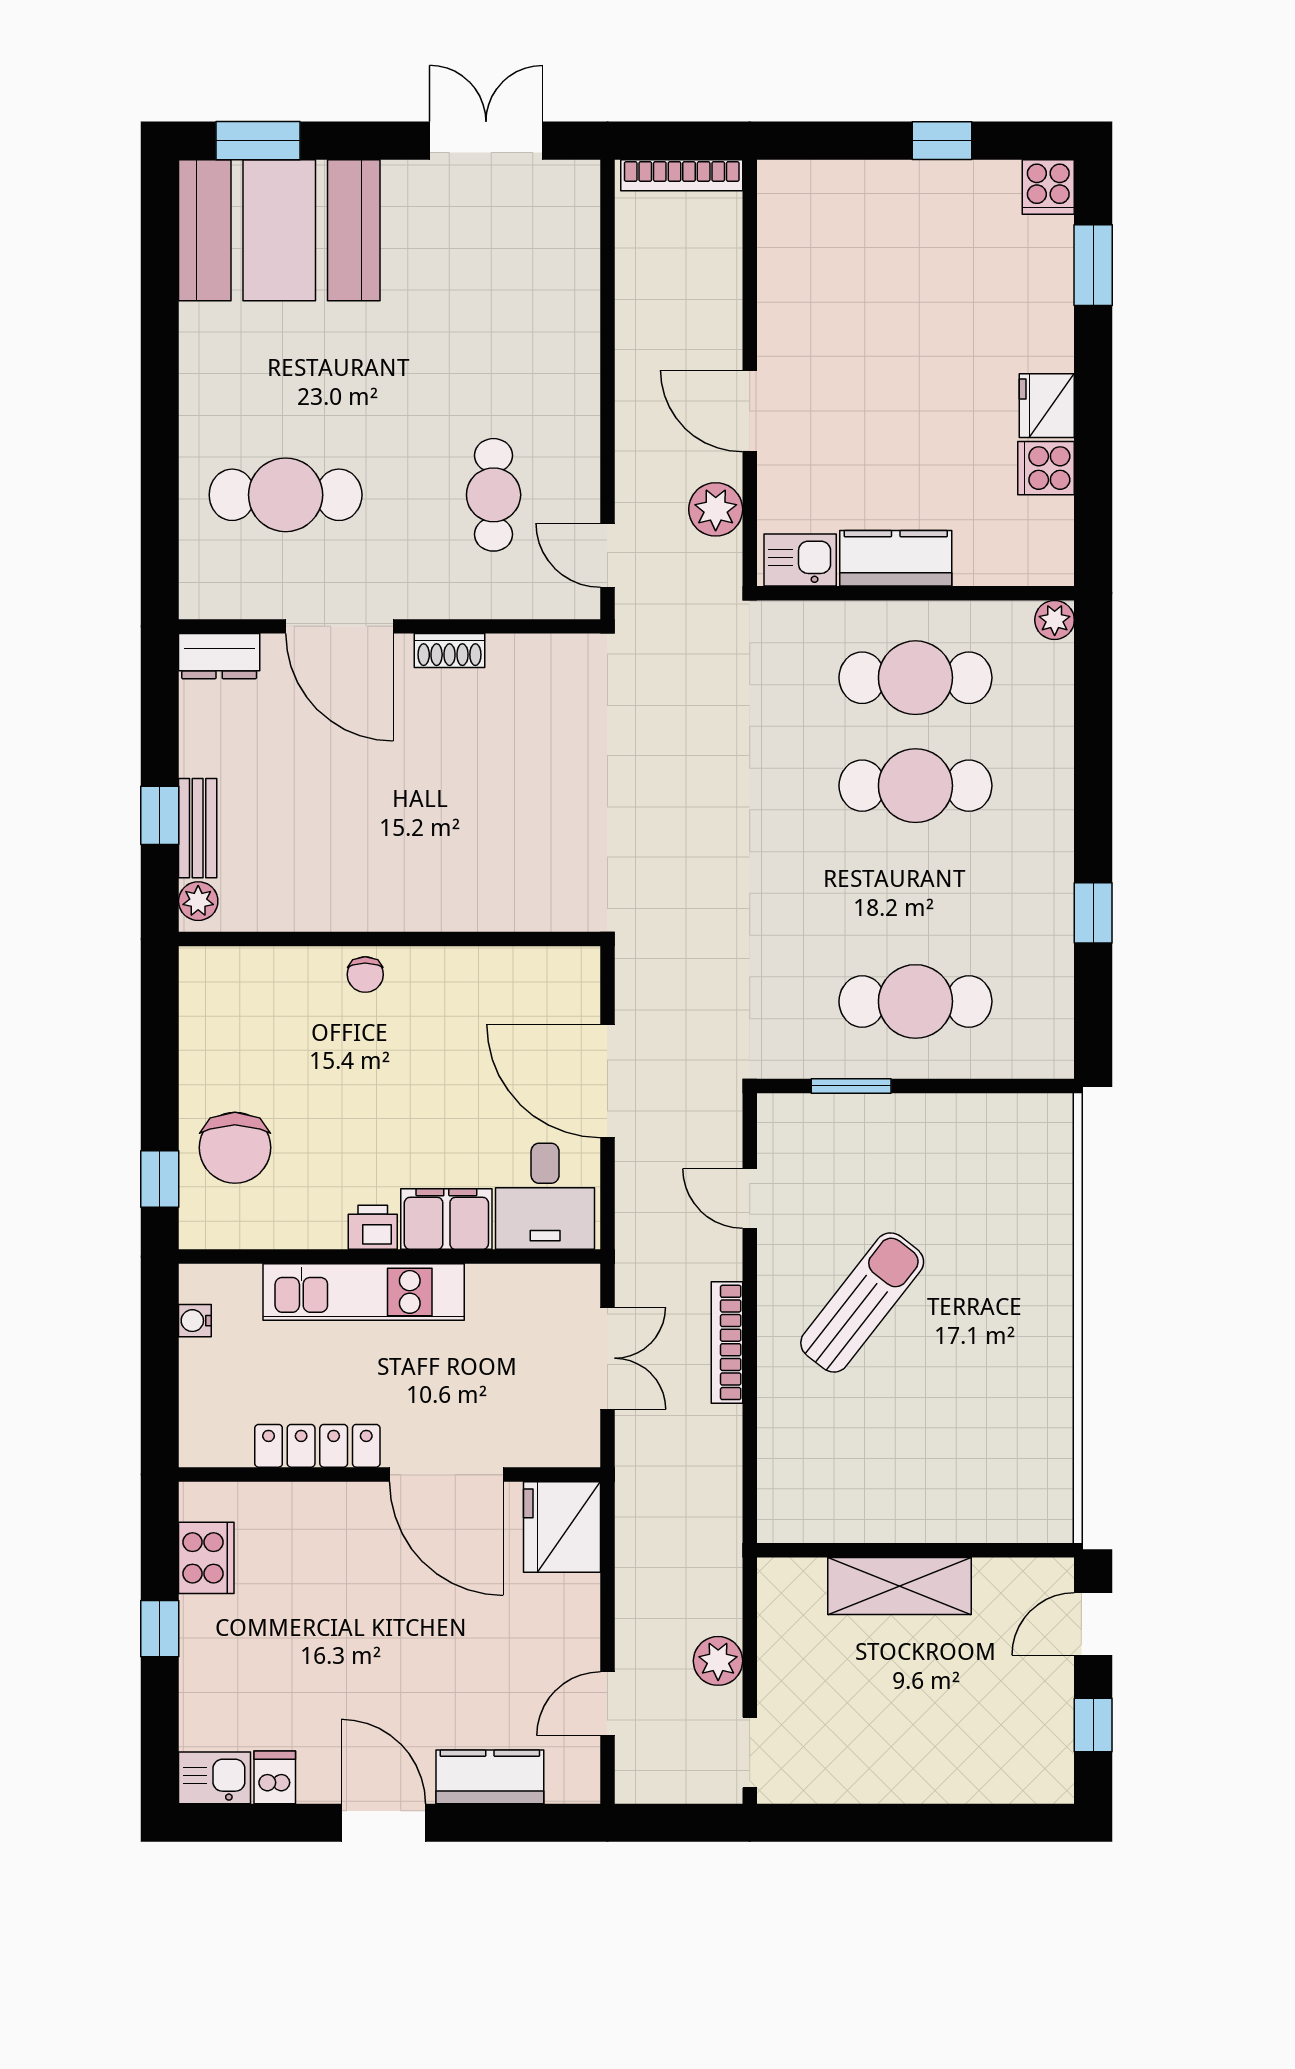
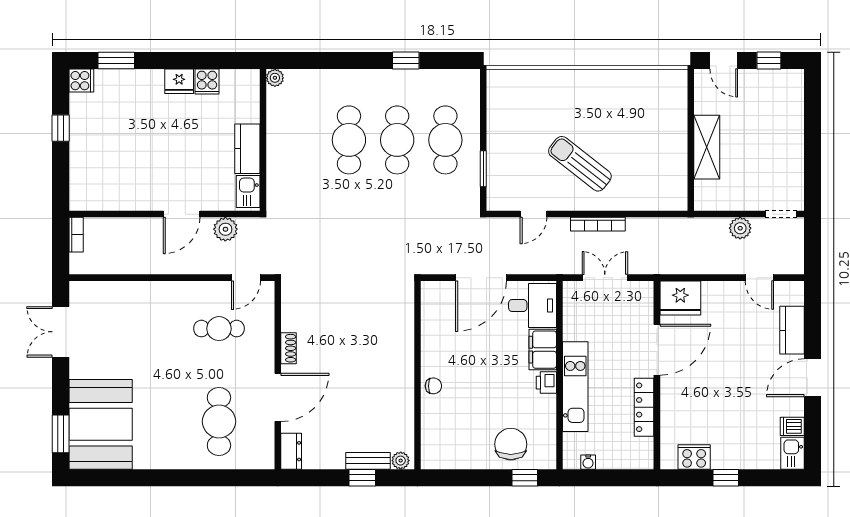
bookcase: (682, 175) -> (76, 235), width x0.64
cafe table: (915, 678) -> (397, 140), moved
chair: (235, 1148) -> (511, 444), turned -90

